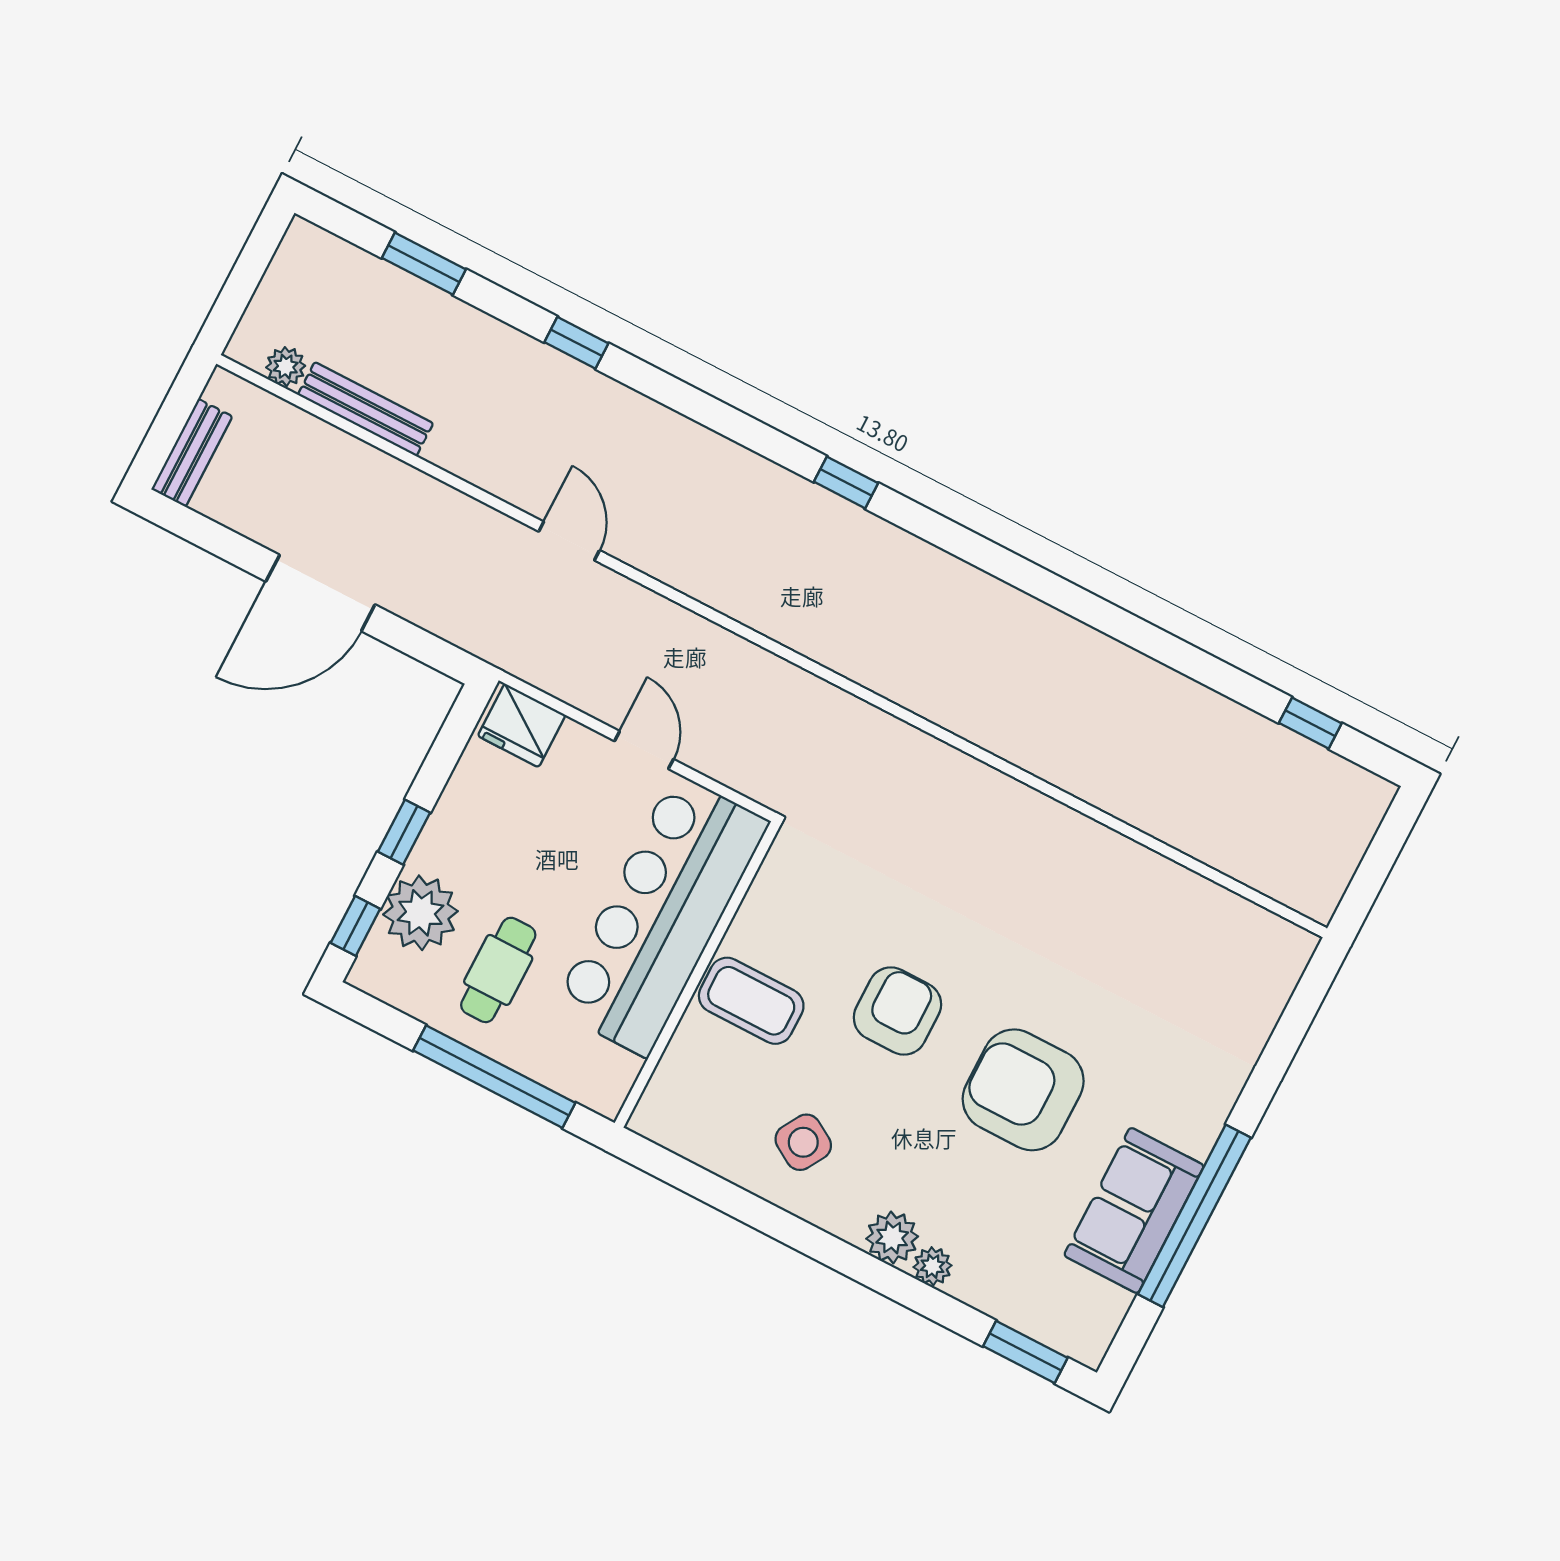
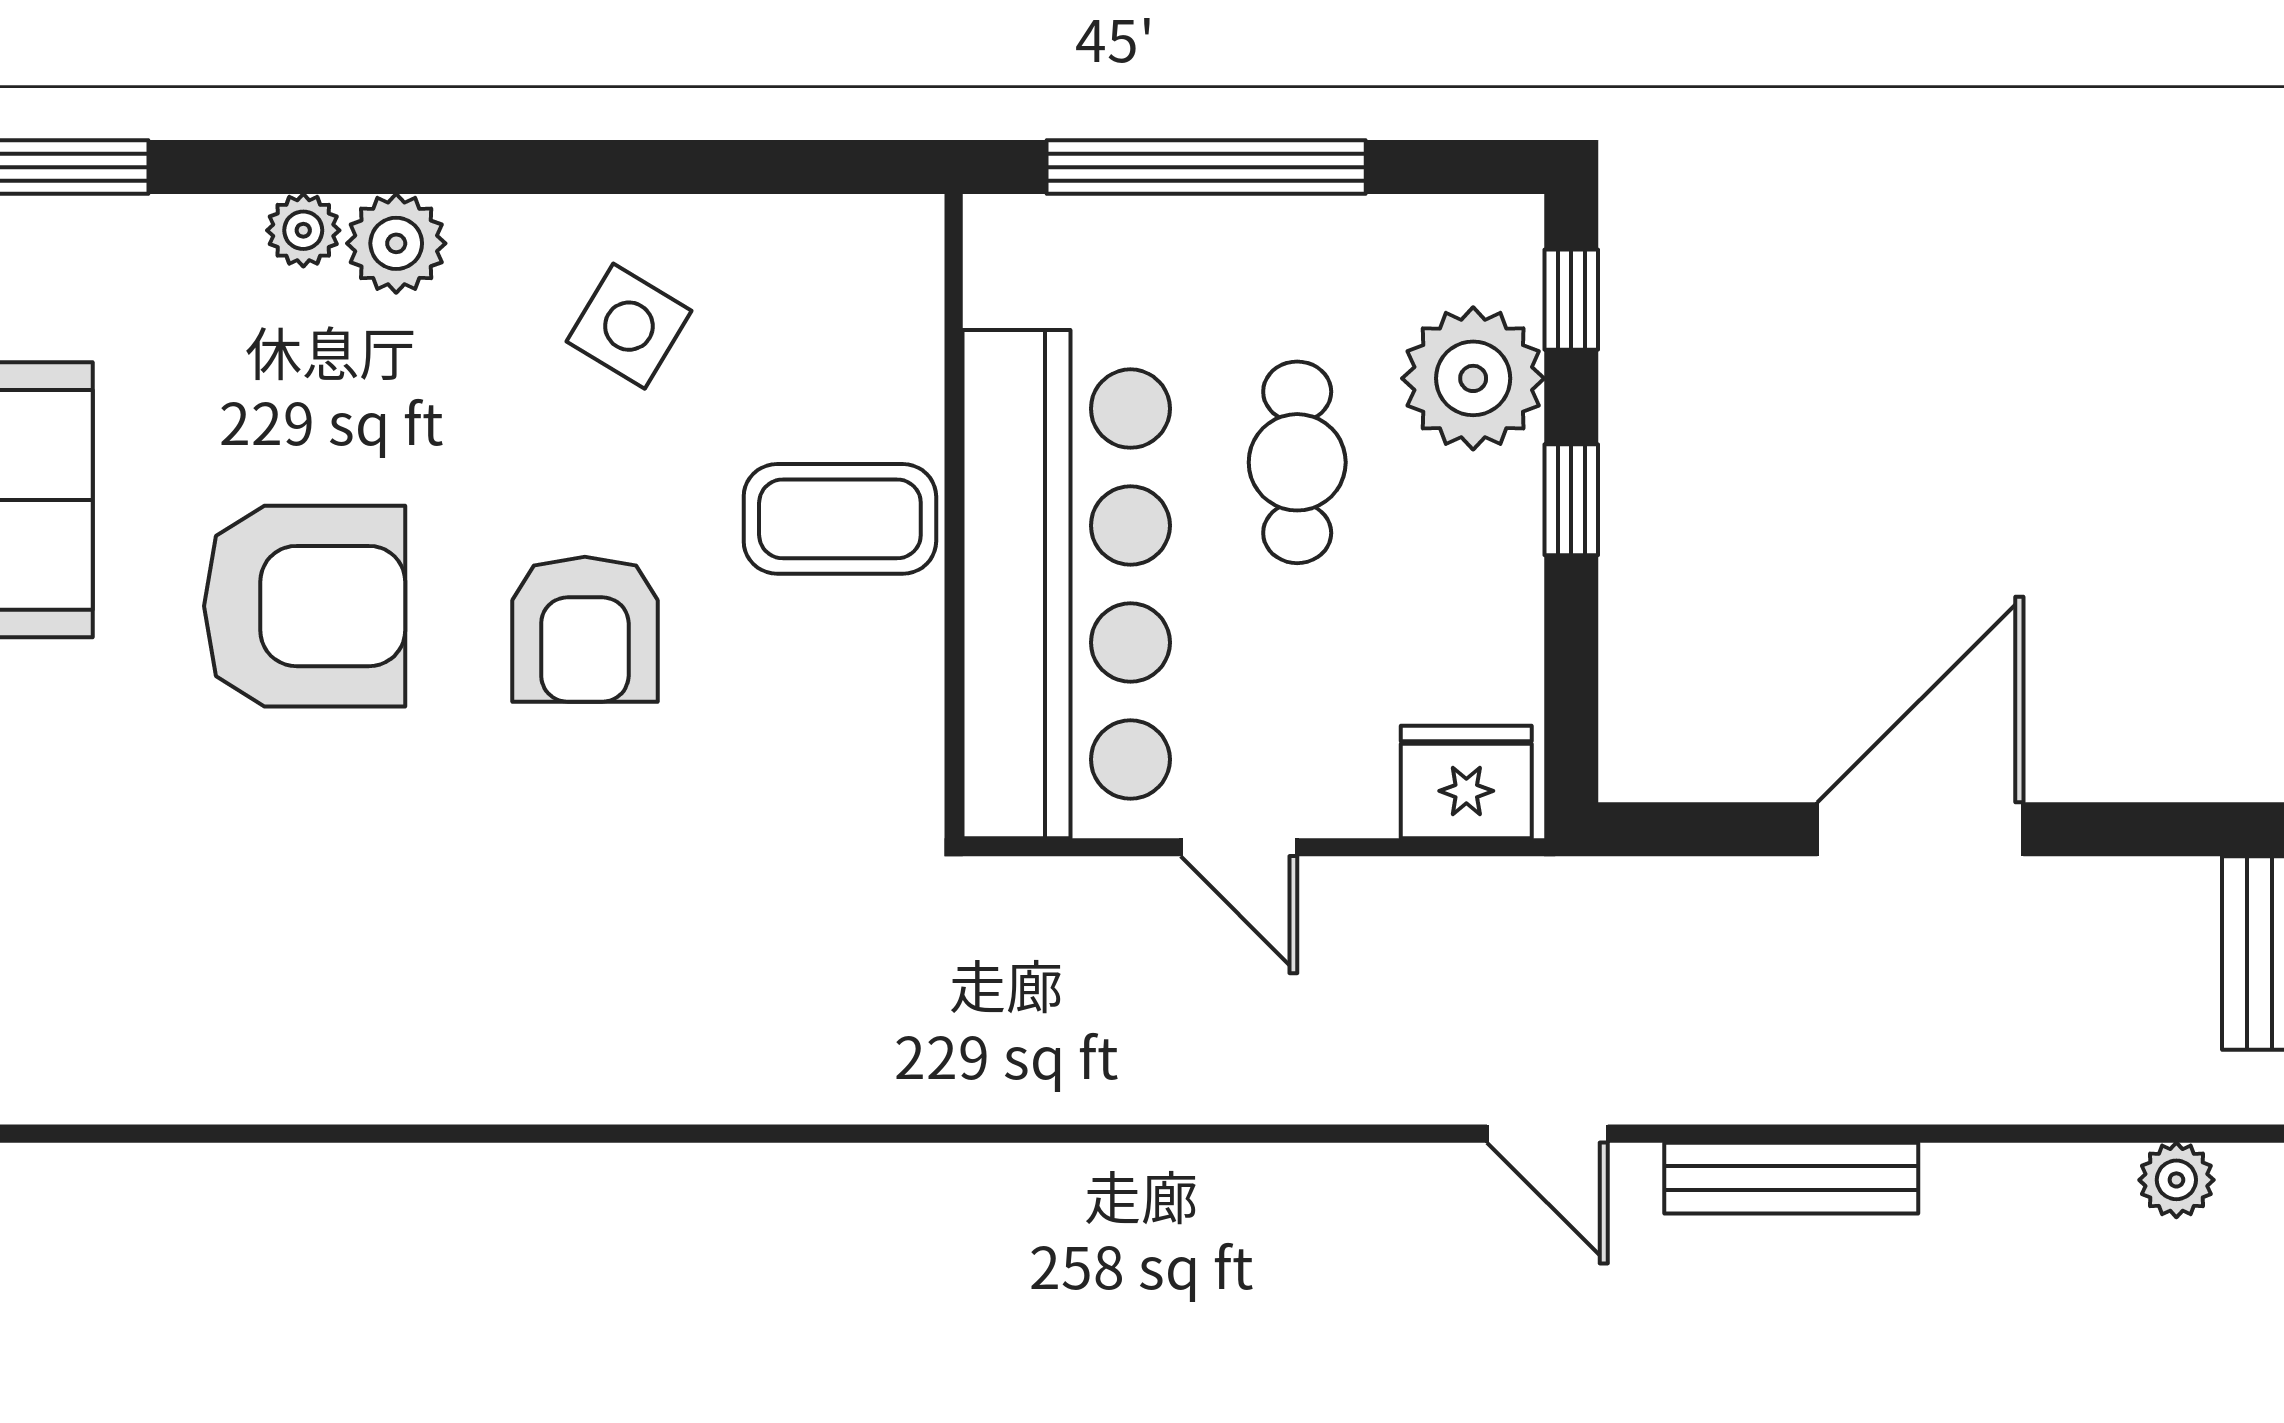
bench: (365, 409) -> (1791, 1178), moved
cafe table: (498, 970) -> (1297, 462), moved

